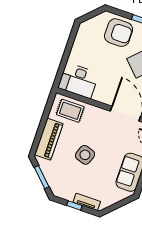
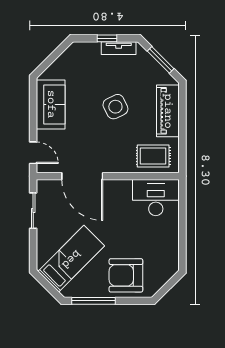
side table: (85, 155) -> (115, 107), turned 45
tv unit: (87, 202) -> (119, 48), moved

